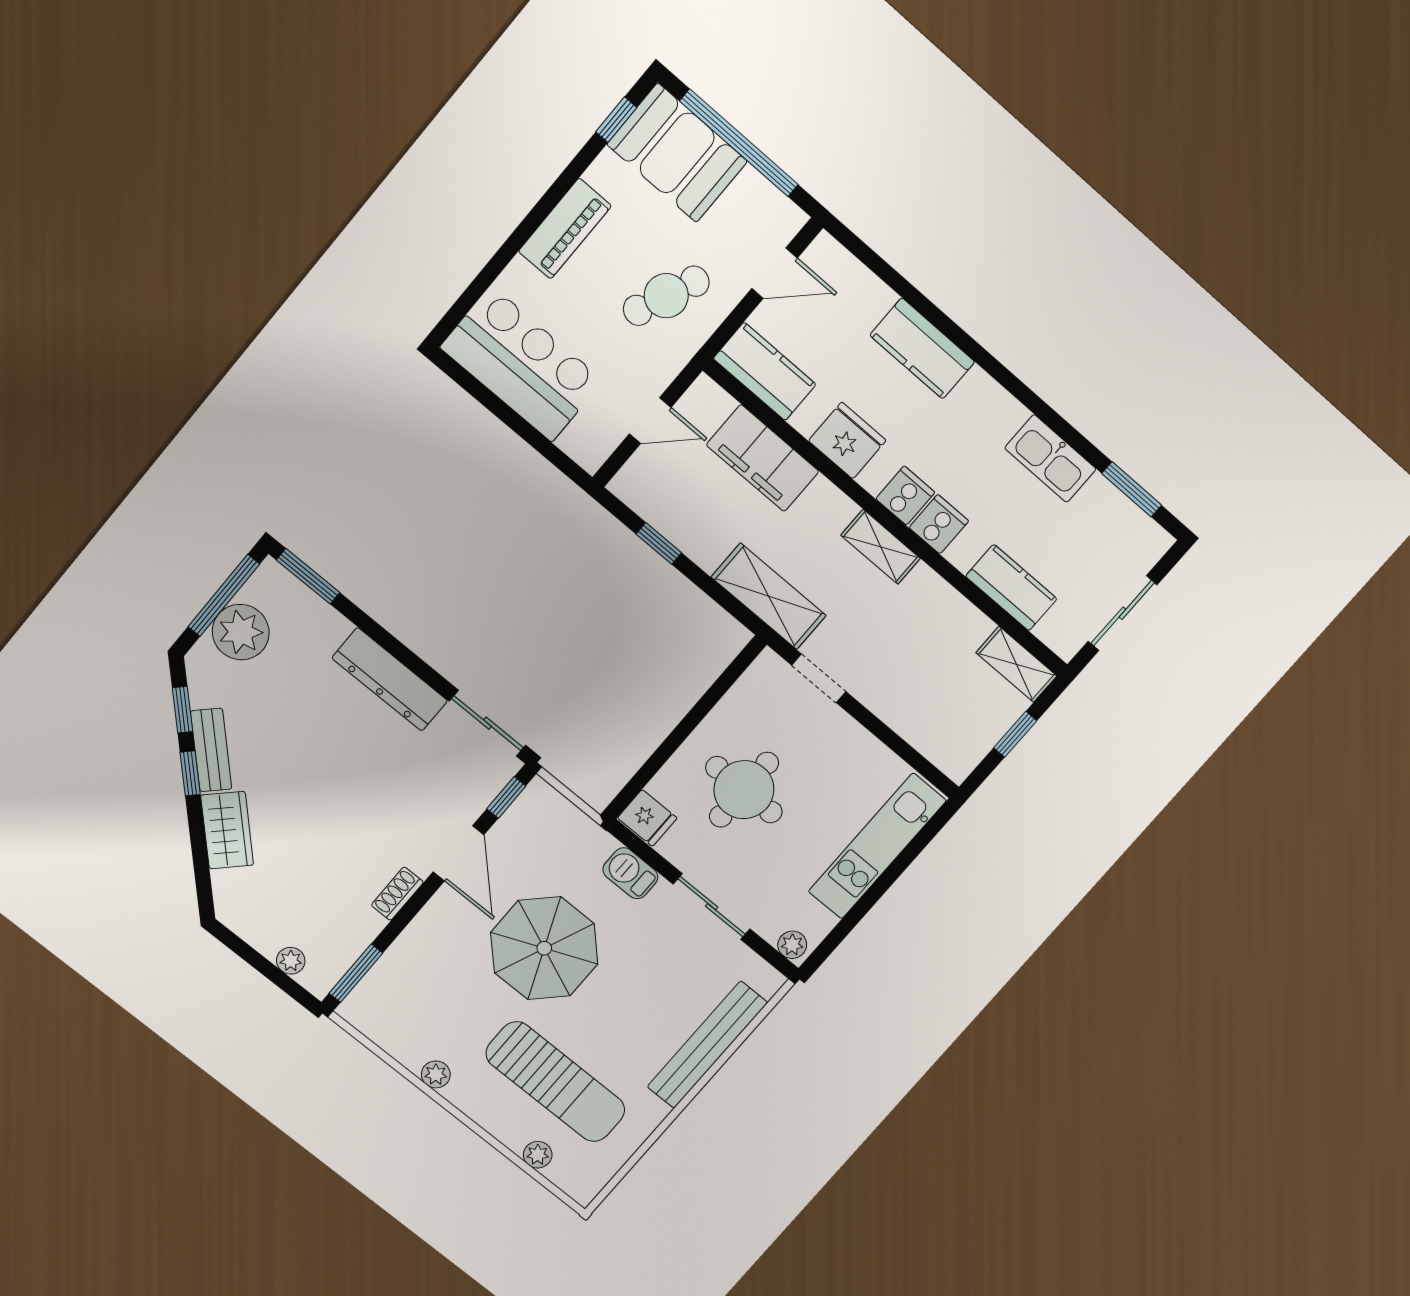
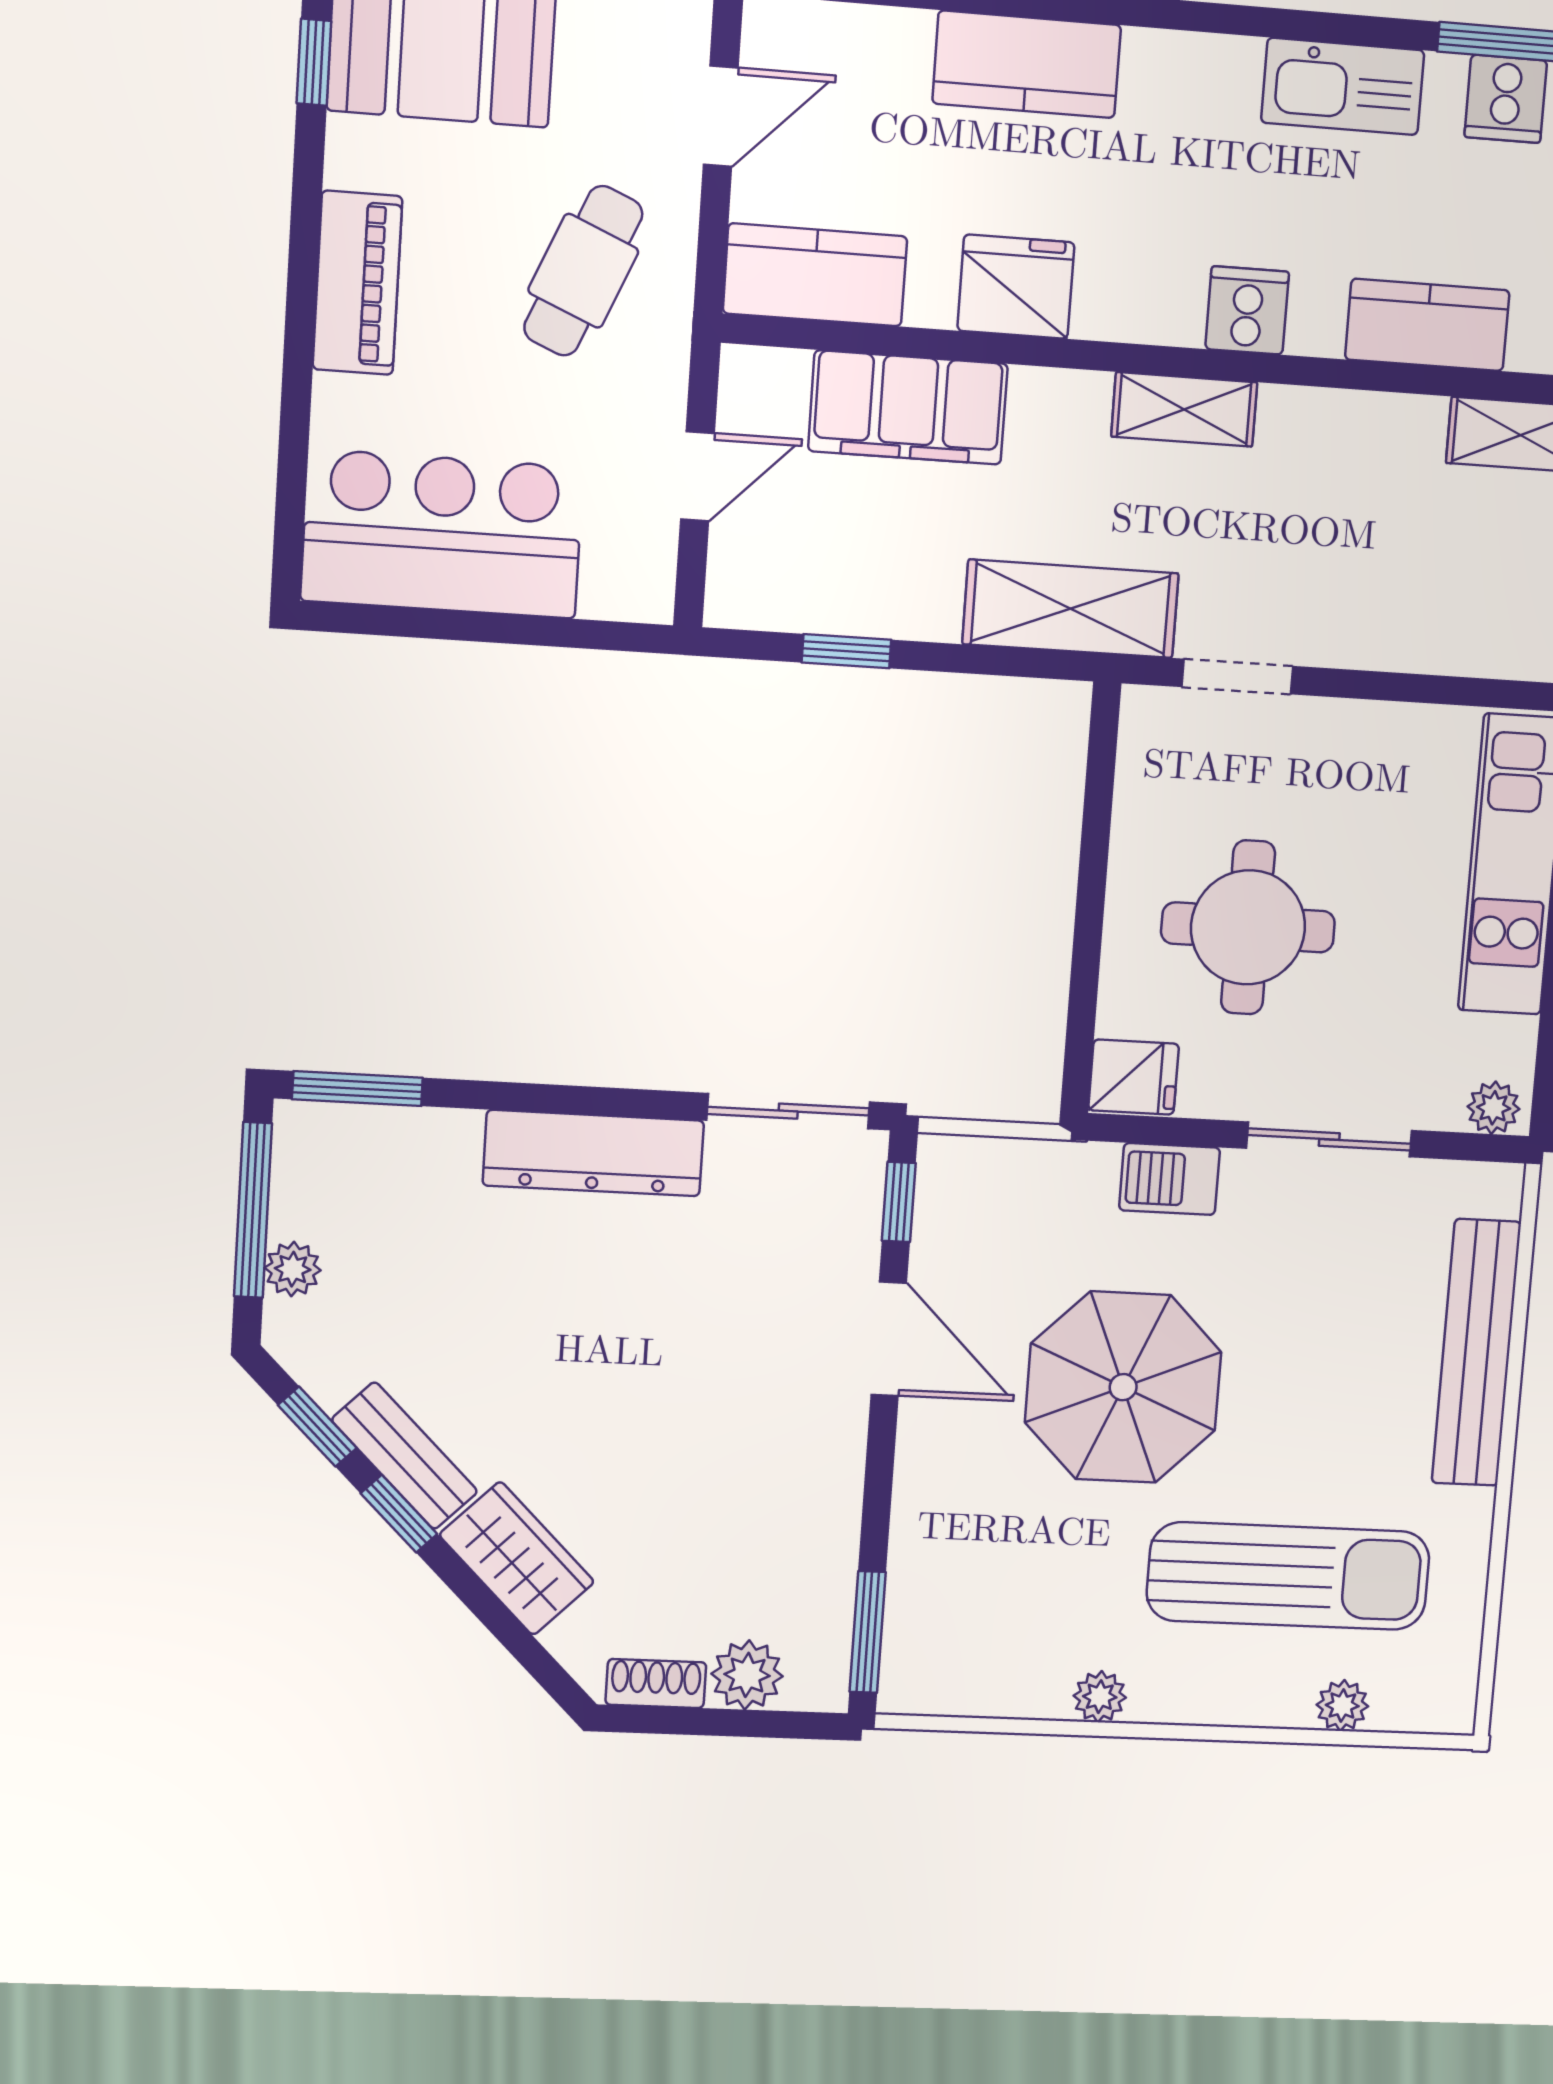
cooker: (905, 496) -> (1506, 99), moved, turned 180
plant: (241, 632) -> (293, 1269), width x0.53, depth x0.53
shoe rack: (397, 894) -> (656, 1683), moved, turned 90
plant: (291, 961) -> (747, 1675), width x1.38, depth x1.38

